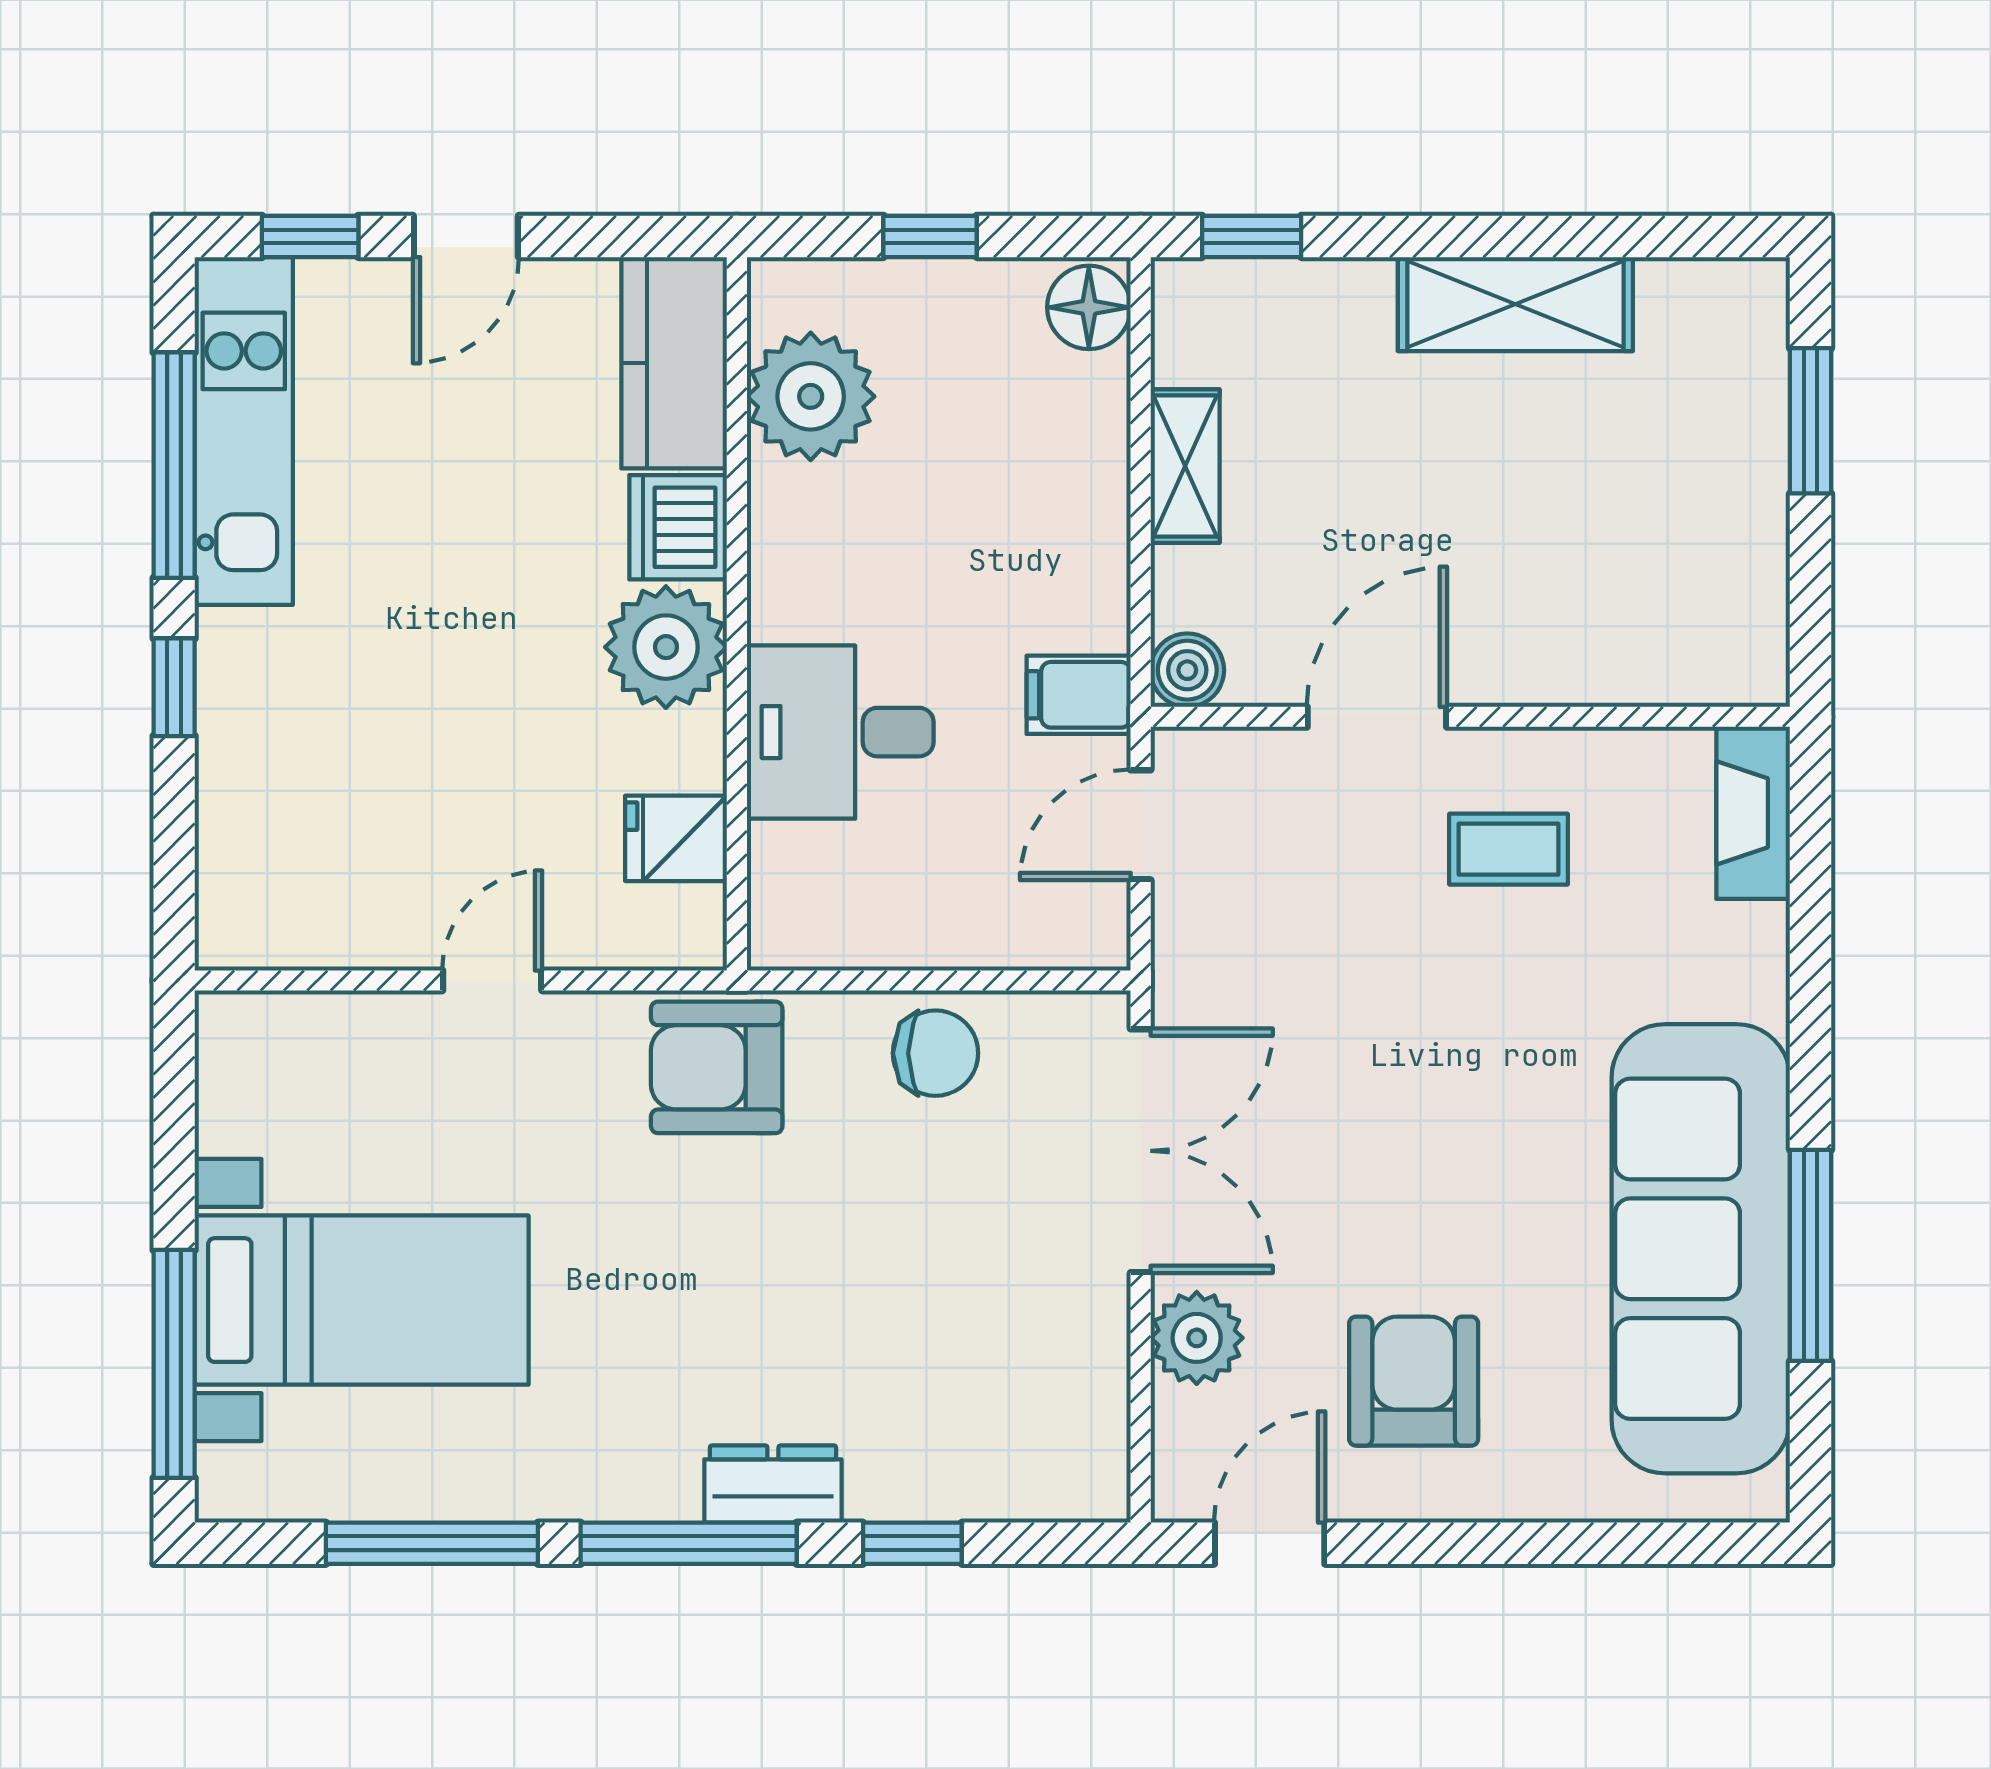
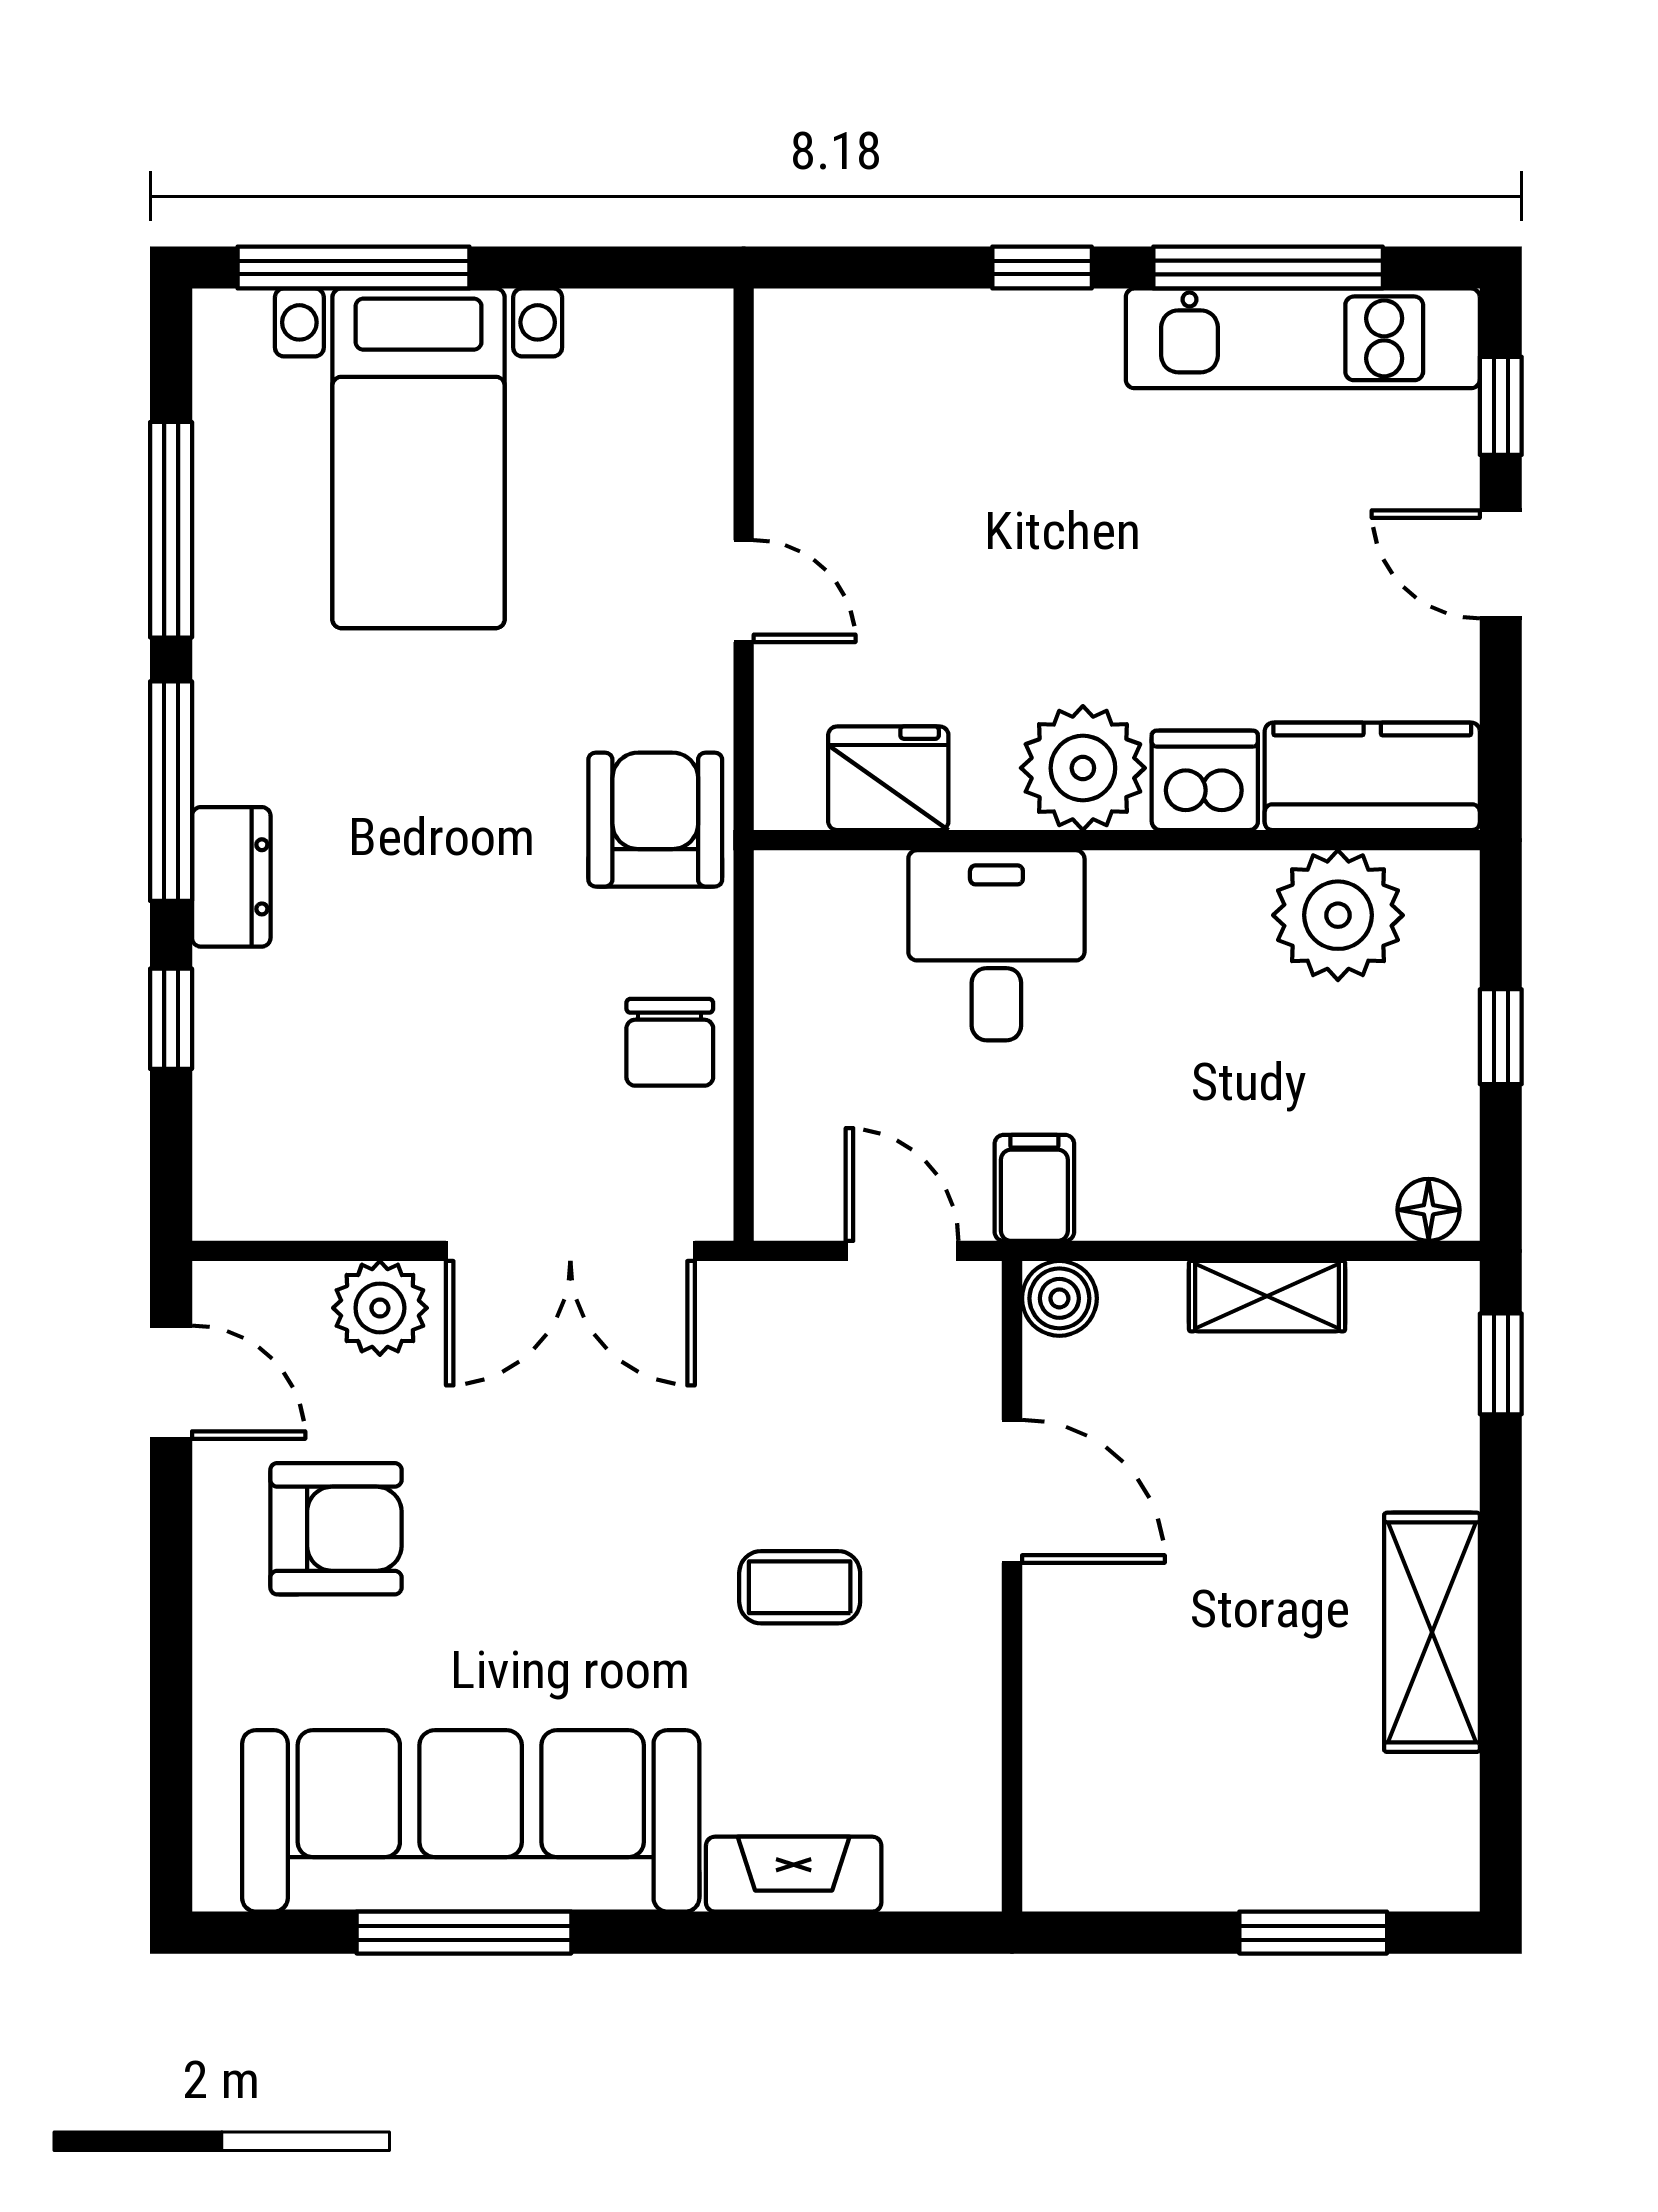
floor lamp: (1089, 307) -> (1429, 1210), width x0.73, depth x0.73
fireplace: (1753, 813) -> (794, 1874), moved
fridge: (676, 838) -> (888, 778), width x1.38
coffee table: (1508, 849) -> (800, 1587), moved, turned 90

